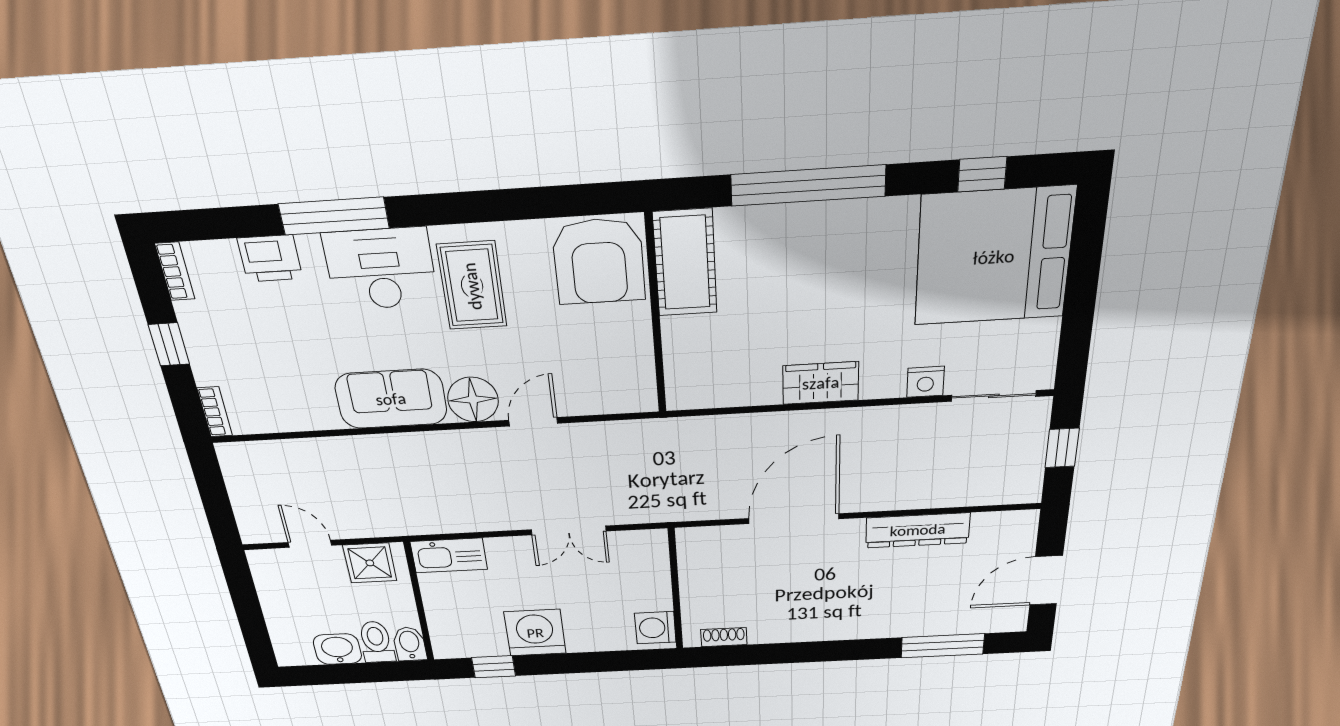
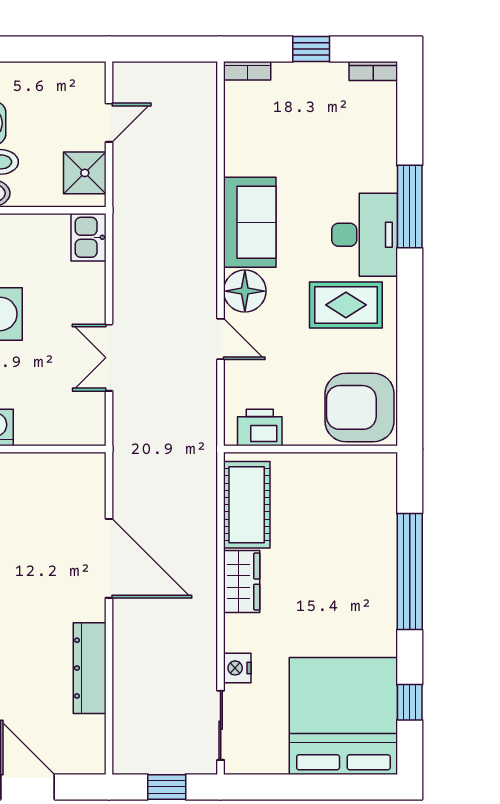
printer: (270, 258) -> (260, 428), moved, turned 90
cot: (685, 263) -> (247, 505), moved, turned 90
kitchen sink: (449, 555) -> (89, 237), width x0.73

